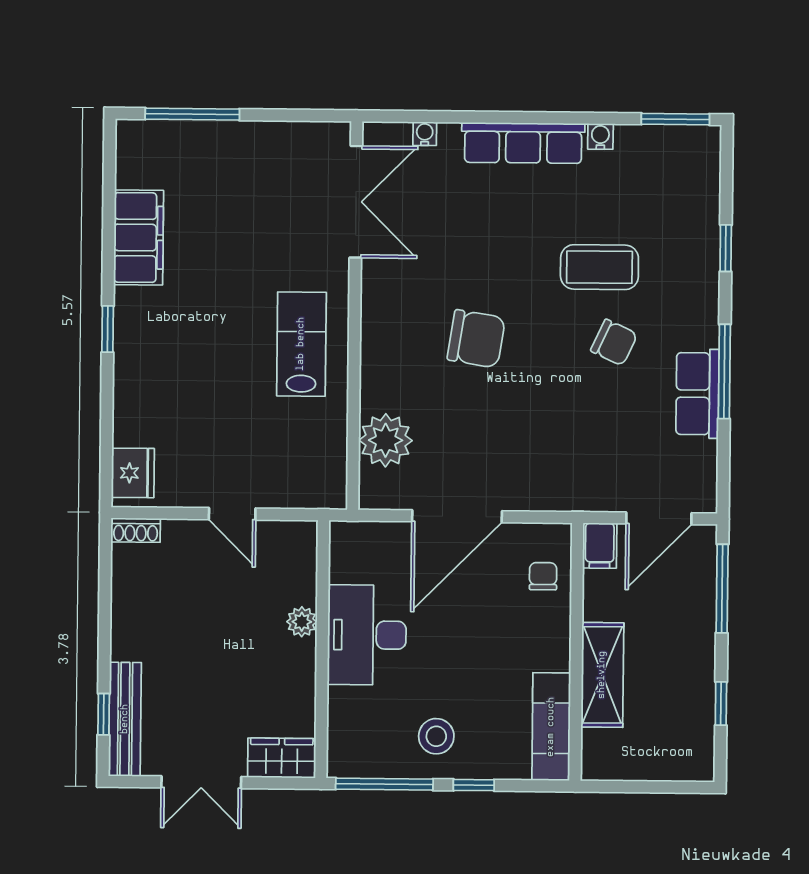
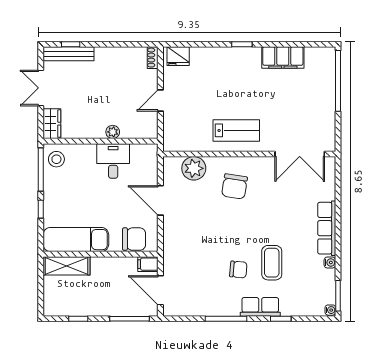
window: (192, 114) -> (338, 81), width x1.46
water cooler: (425, 134) -> (330, 310), moved
chair: (476, 339) -> (234, 186), moved
chair: (614, 342) -> (238, 270), turned -110
row of seats: (697, 394) -> (260, 307), moved
door: (457, 516) -> (160, 200), width x0.73
chair: (543, 576) -> (134, 239), width x1.87, depth x1.87
desk: (367, 635) -> (113, 161), width x0.73
shelving: (602, 675) -> (67, 266), moved
exam couch: (551, 727) -> (76, 240), width x1.36, depth x1.45
stool: (436, 736) -> (56, 159), moved

